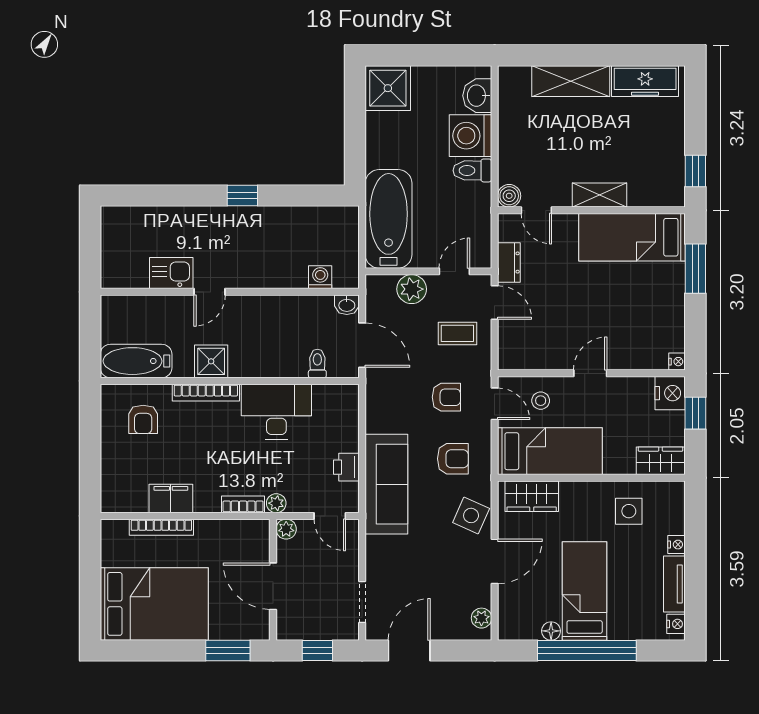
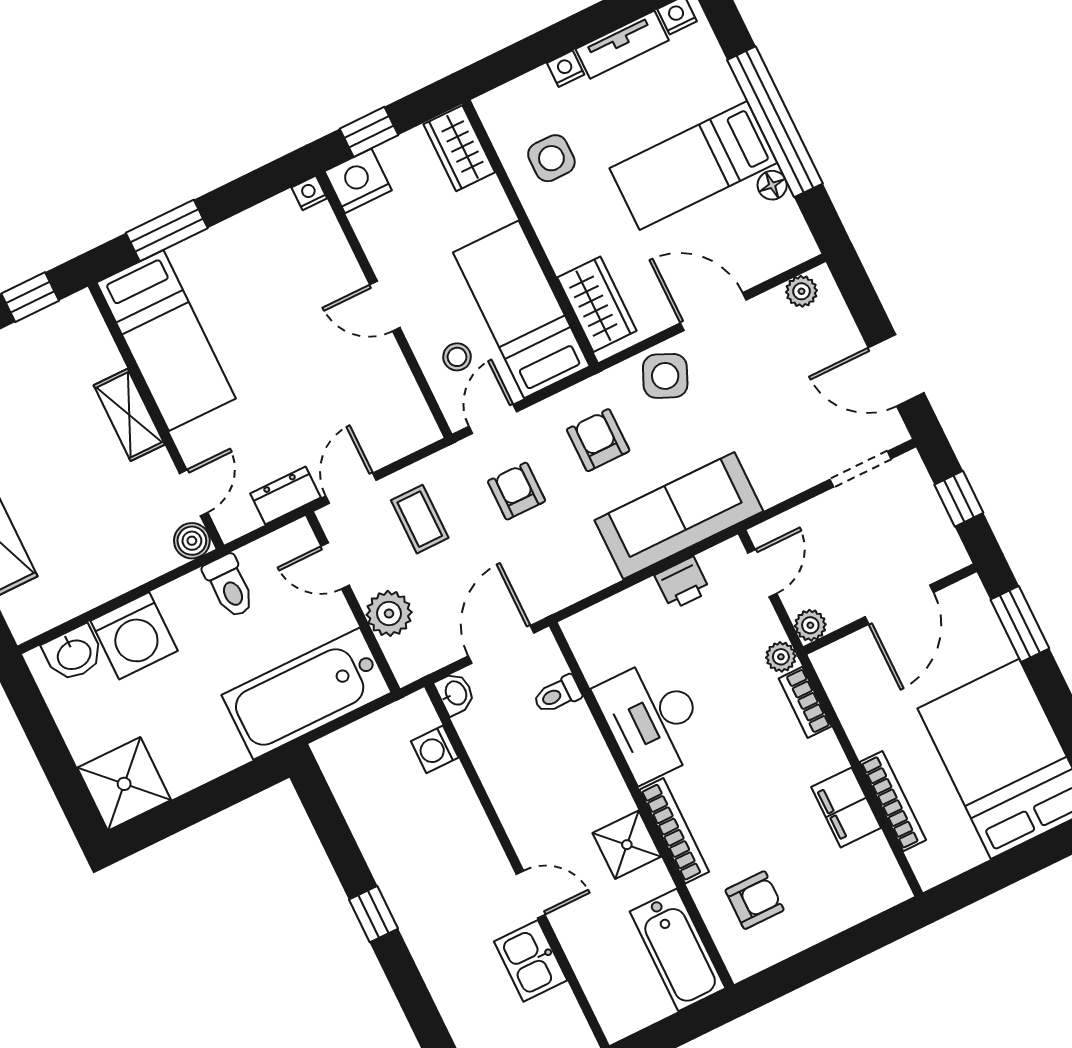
toilet: (472, 170) -> (229, 586), moved

